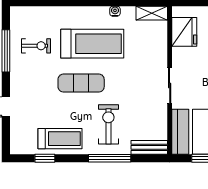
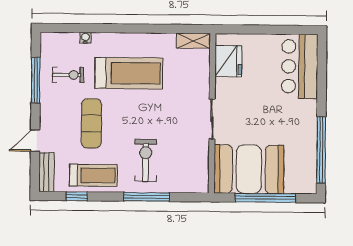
water cooler: (115, 11) -> (85, 38), moved
exercise mat: (81, 83) -> (91, 123), moved, turned 90
bench: (149, 147) -> (47, 172), moved, turned 90

